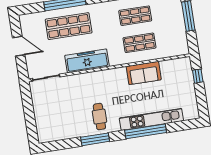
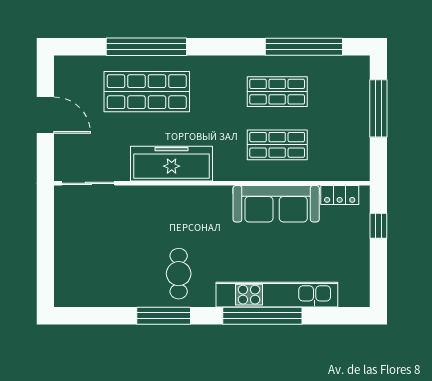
locker: (175, 63) -> (340, 195), added
sofa: (144, 73) -> (276, 204), width x1.36

